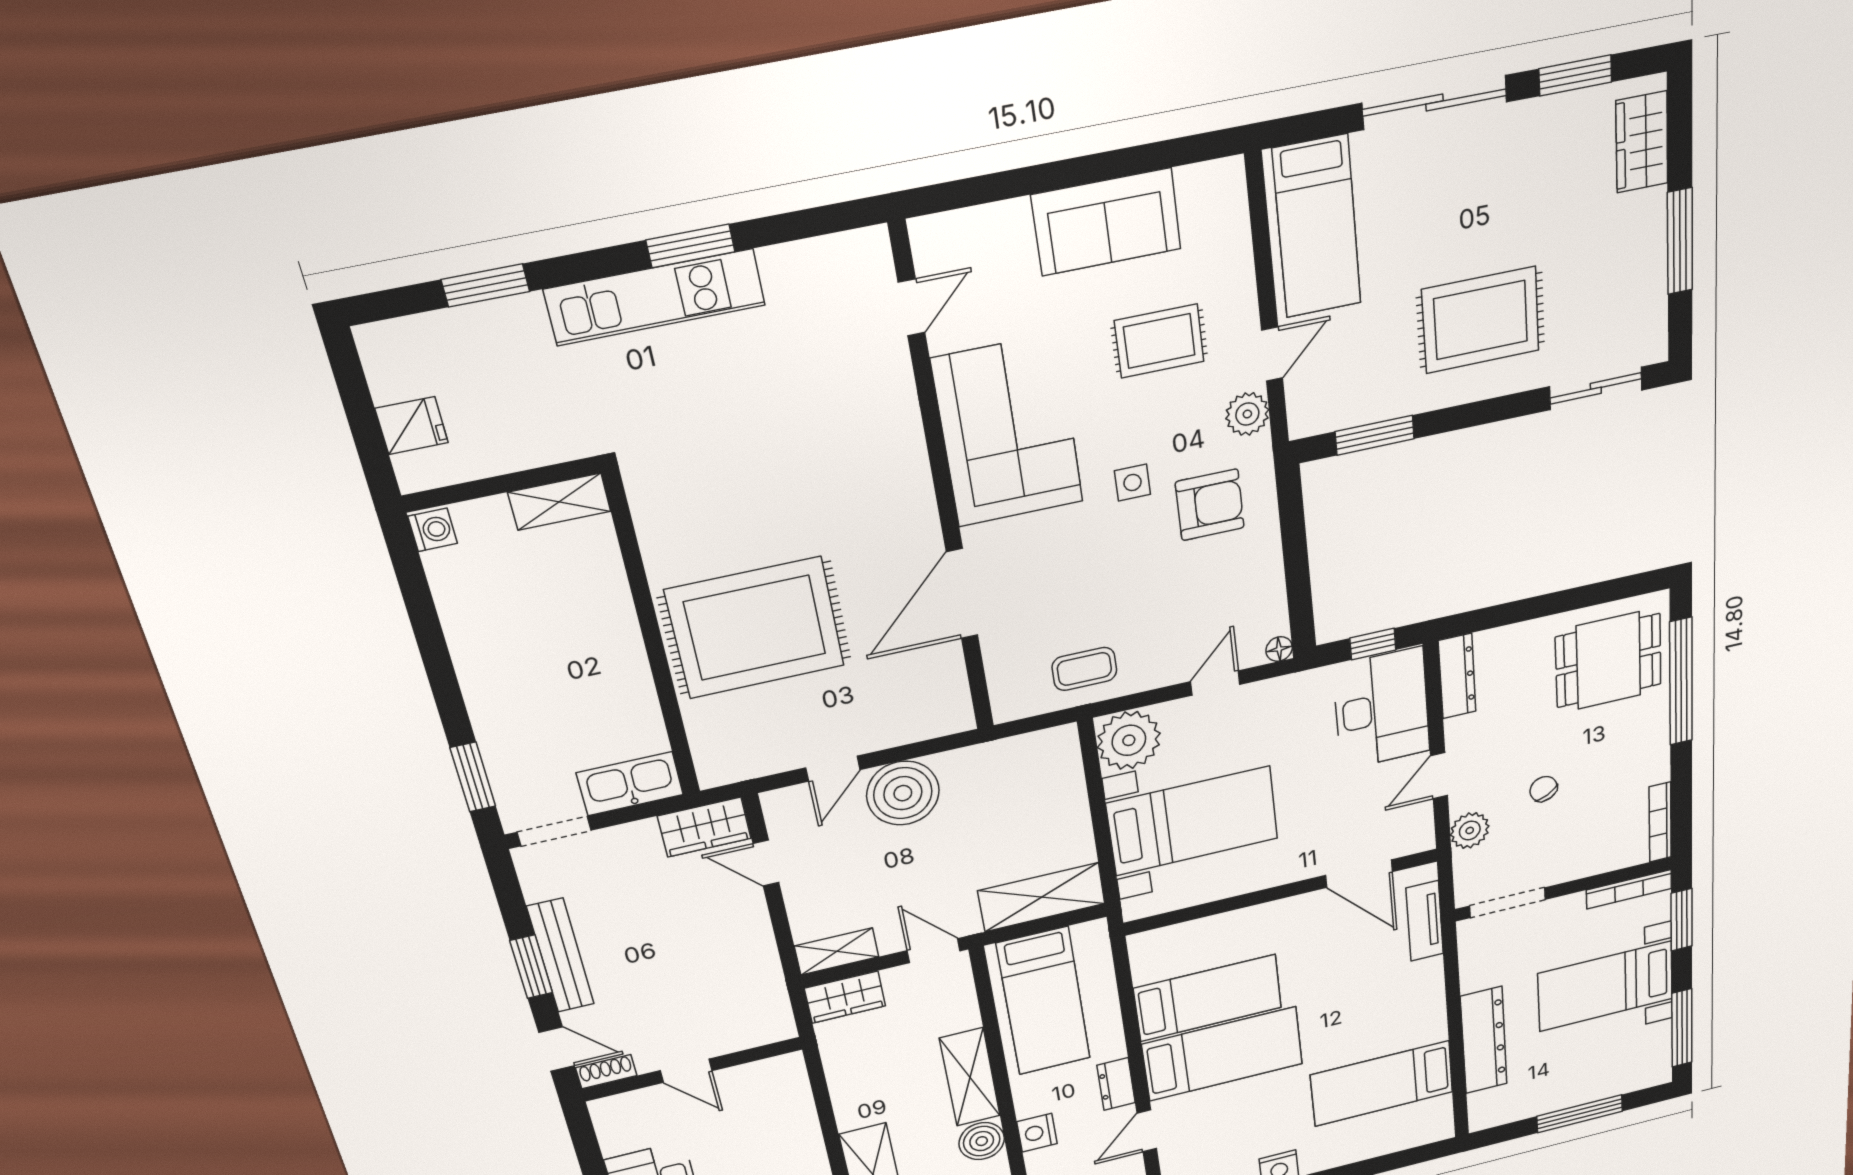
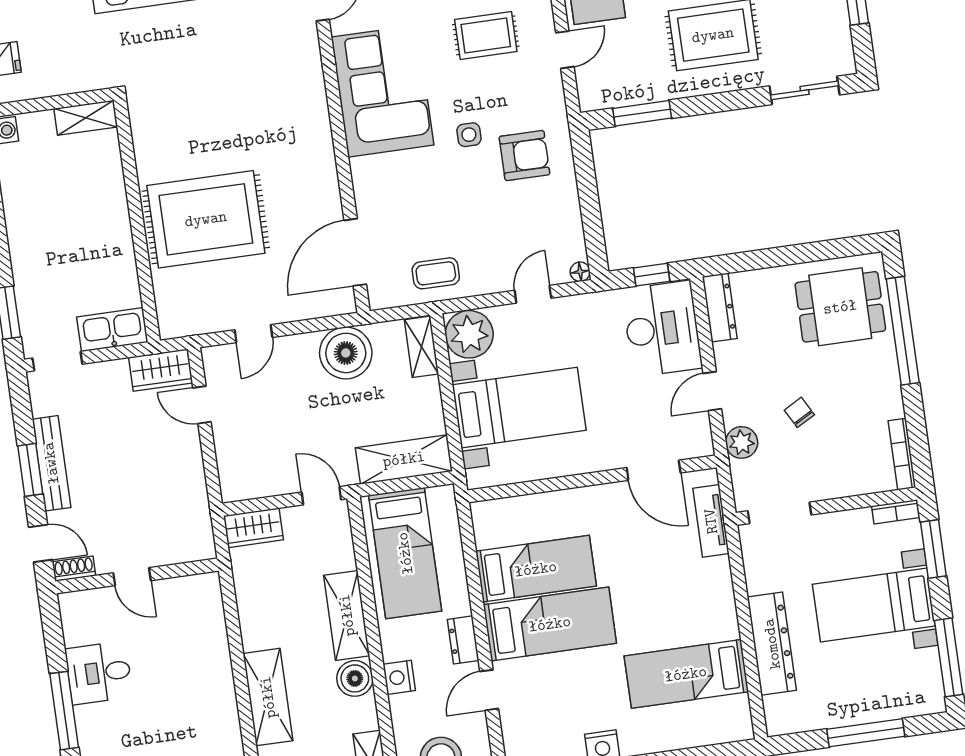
plant: (1247, 414) -> (549, 91), removed
door: (962, 594) -> (355, 252), moved
boiler: (903, 793) -> (346, 353), moved
bookcase: (1629, 889) -> (896, 512), width x0.64
shelving: (837, 951) -> (421, 347), moved, turned 90

